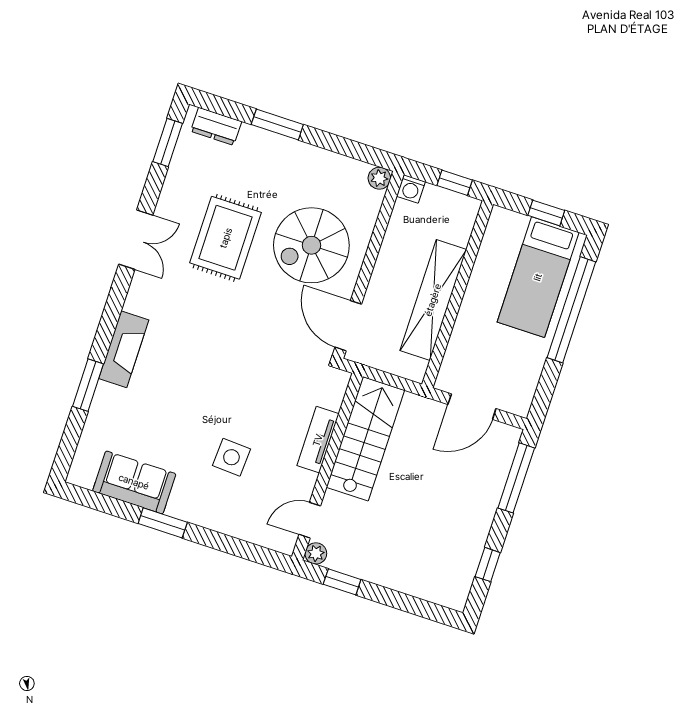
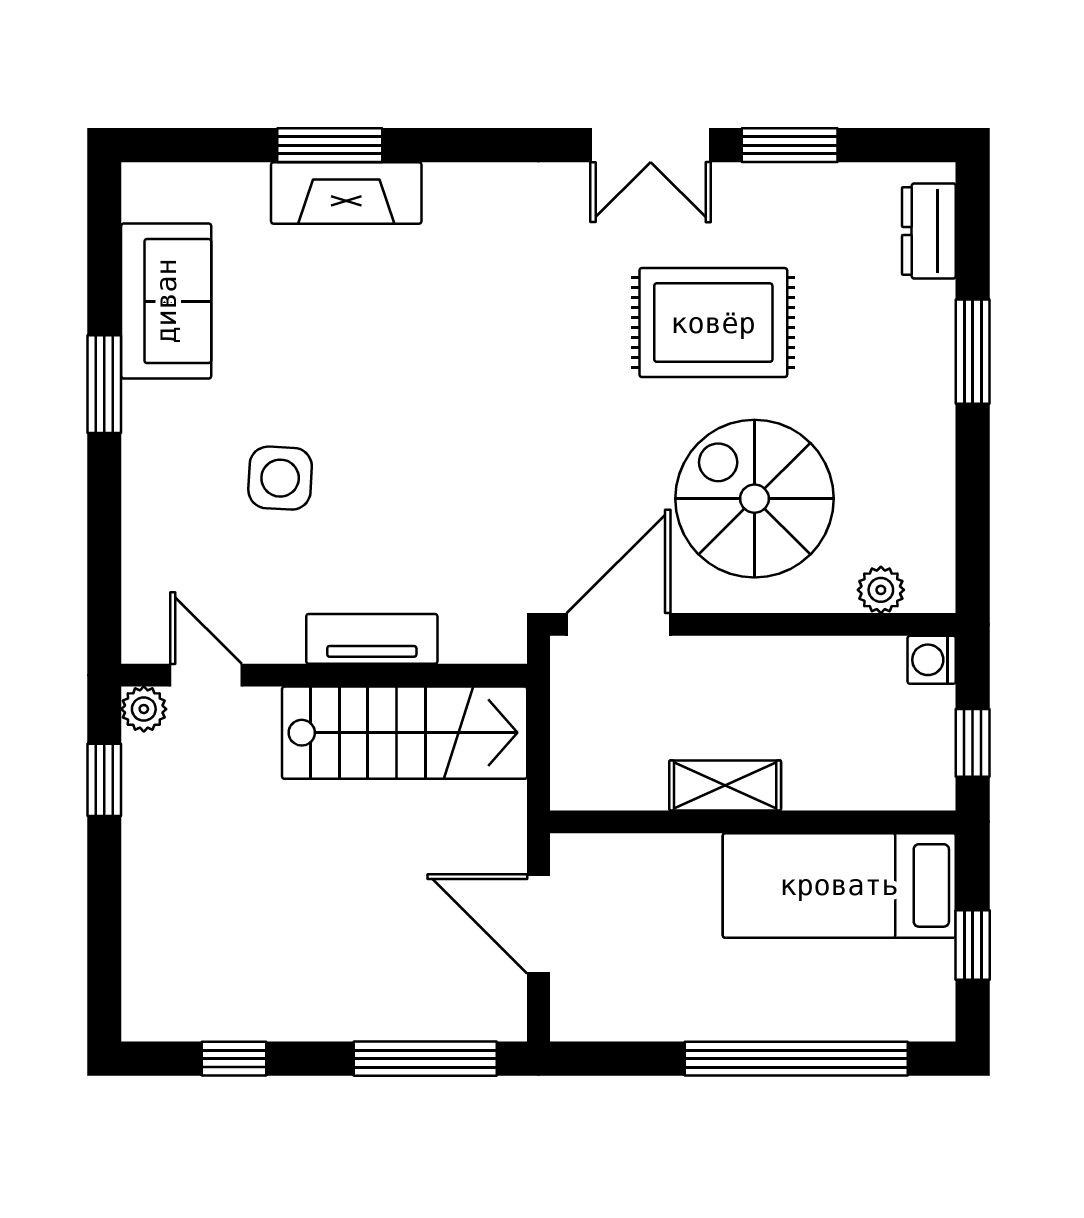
window: (168, 143) -> (790, 145), moved
plant: (379, 178) -> (881, 590), moved
bed: (538, 277) -> (839, 885), moved
shelving: (433, 300) -> (725, 785), width x0.45, depth x0.75
fireplace: (124, 349) -> (346, 193), moved

